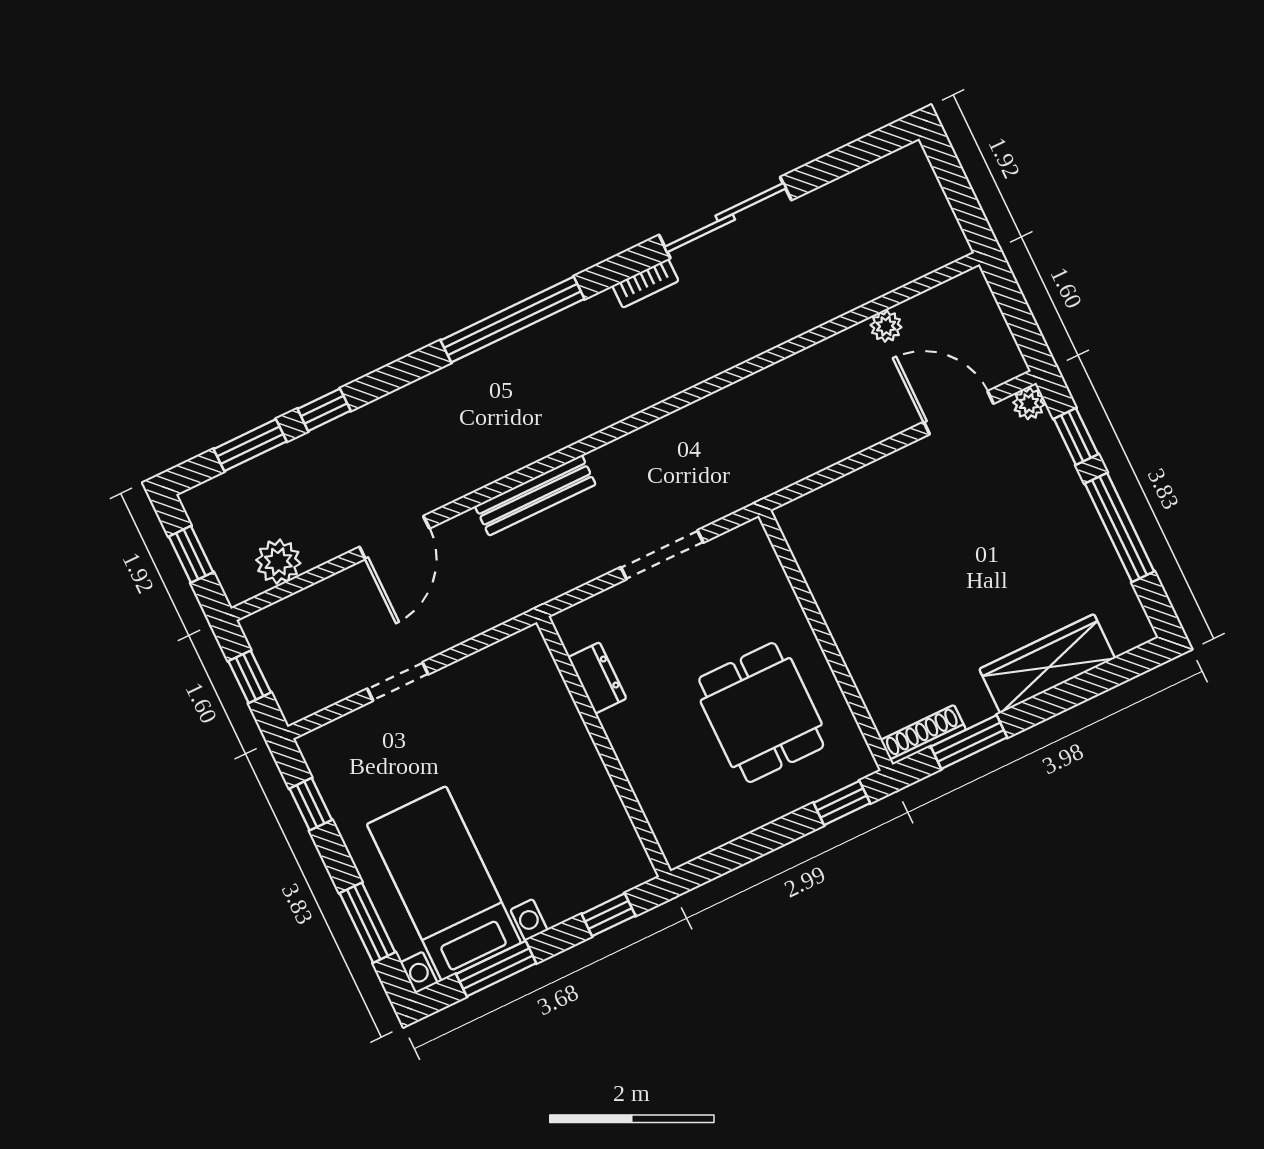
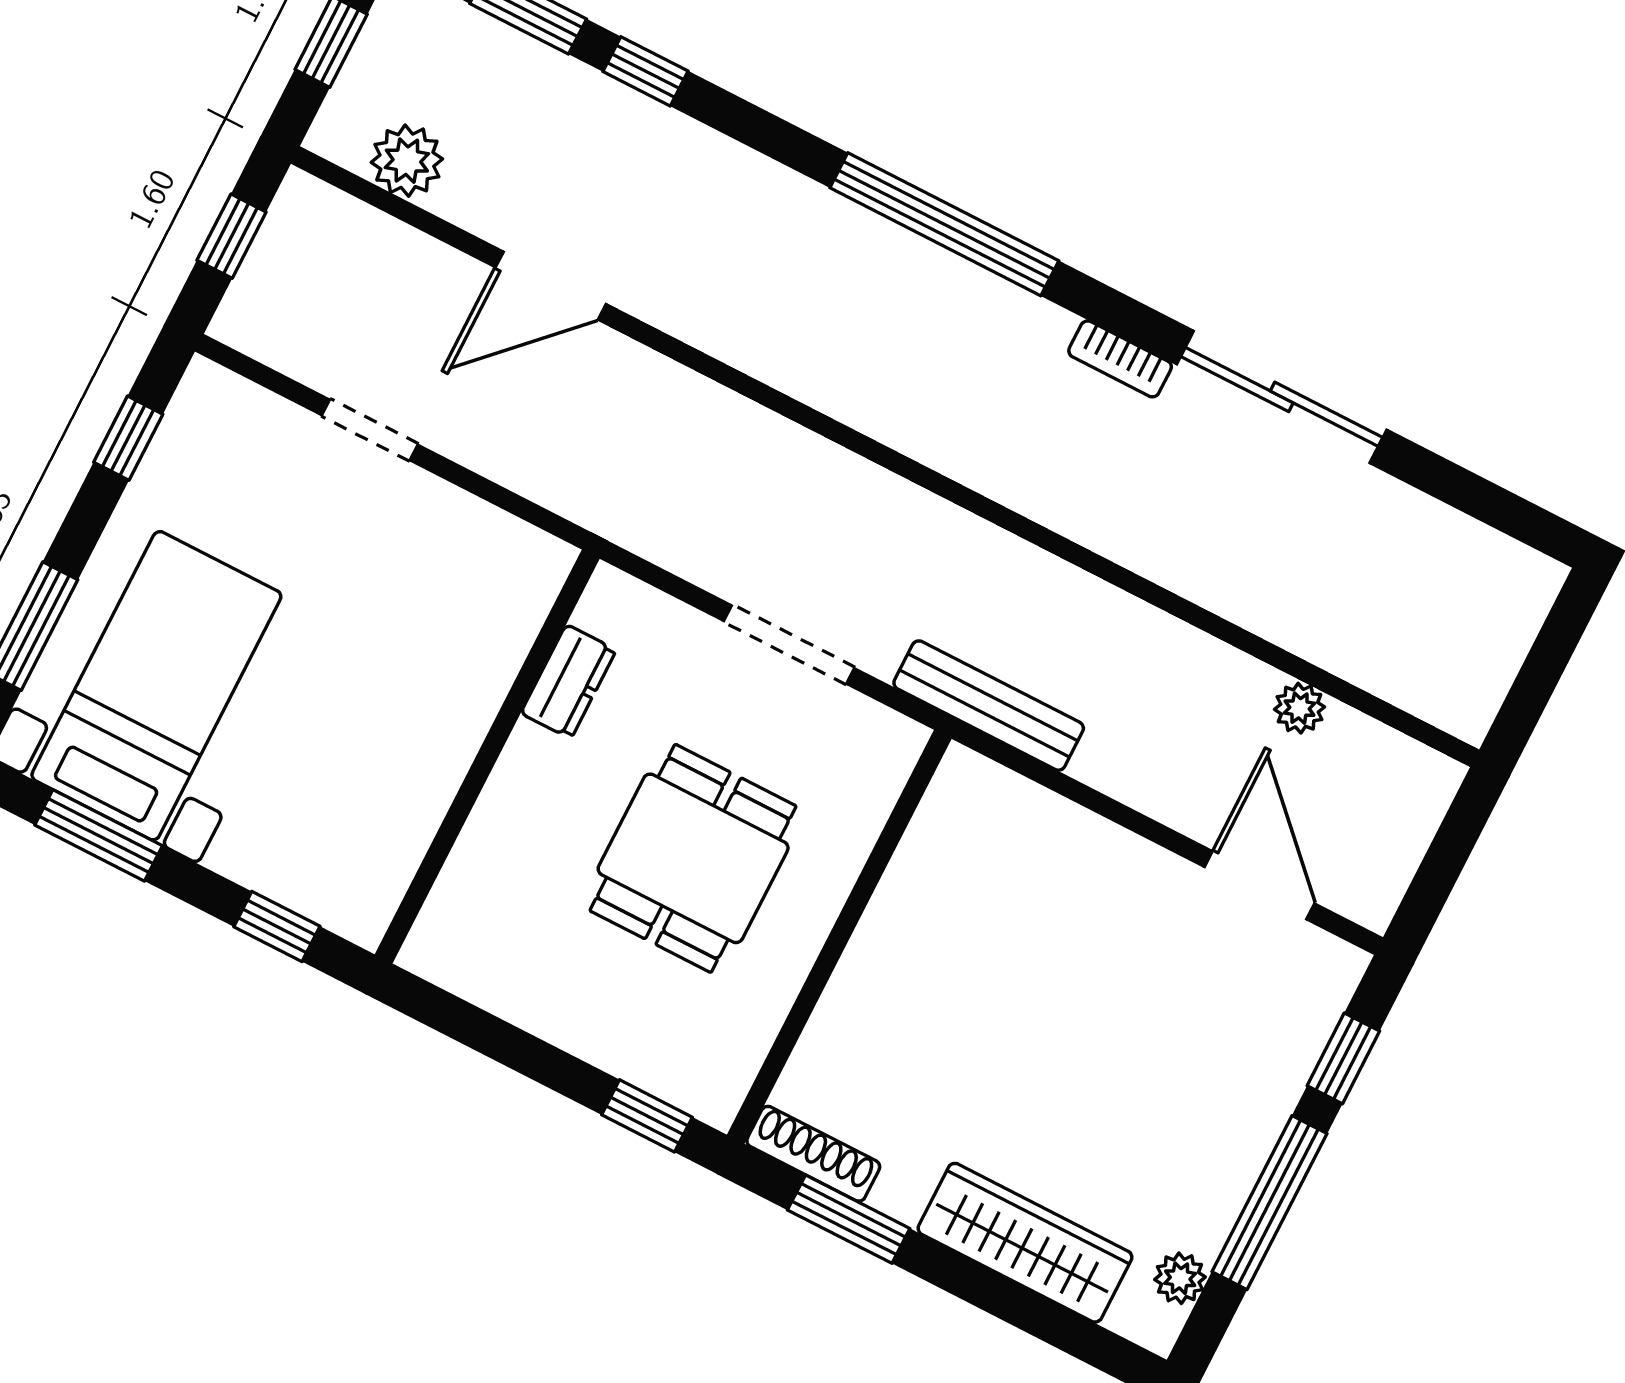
plant: (1029, 403) -> (1180, 1278), moved
bench: (535, 495) -> (989, 706), moved
dining table: (761, 713) -> (693, 858), moved

